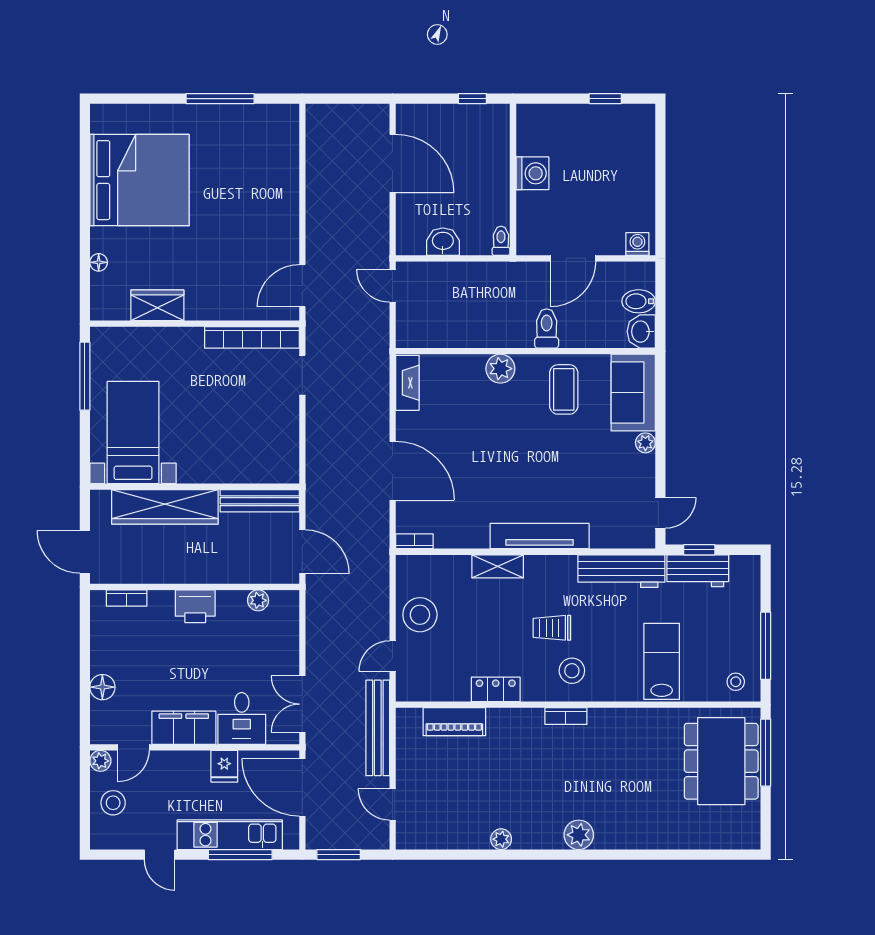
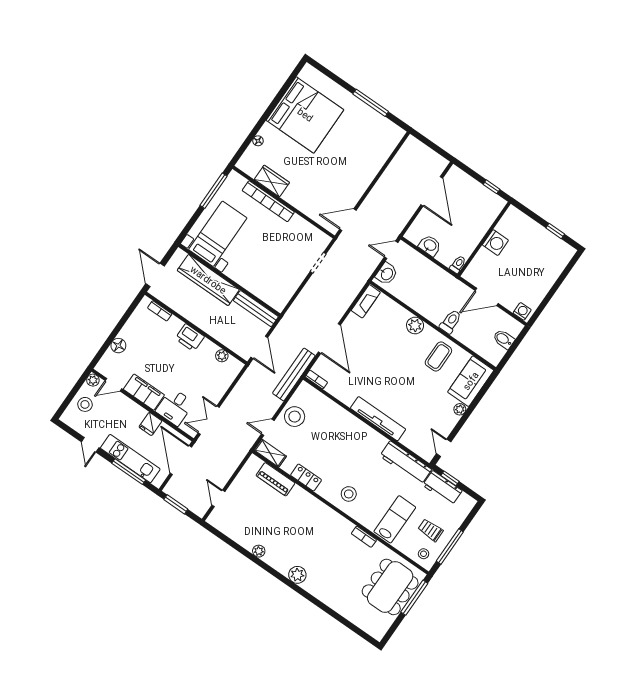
door: (393, 286) -> (391, 250), hinge flipped
washbasin: (641, 332) -> (387, 274), moved, turned 180
bookcase: (252, 337) -> (268, 201), moved
door: (660, 513) -> (444, 448), swing flipped
shelving: (498, 566) -> (270, 453), moved
trolley: (552, 628) -> (430, 530), moved
bookcase: (566, 716) -> (364, 537), moved
bench: (378, 728) -> (294, 375), moved

